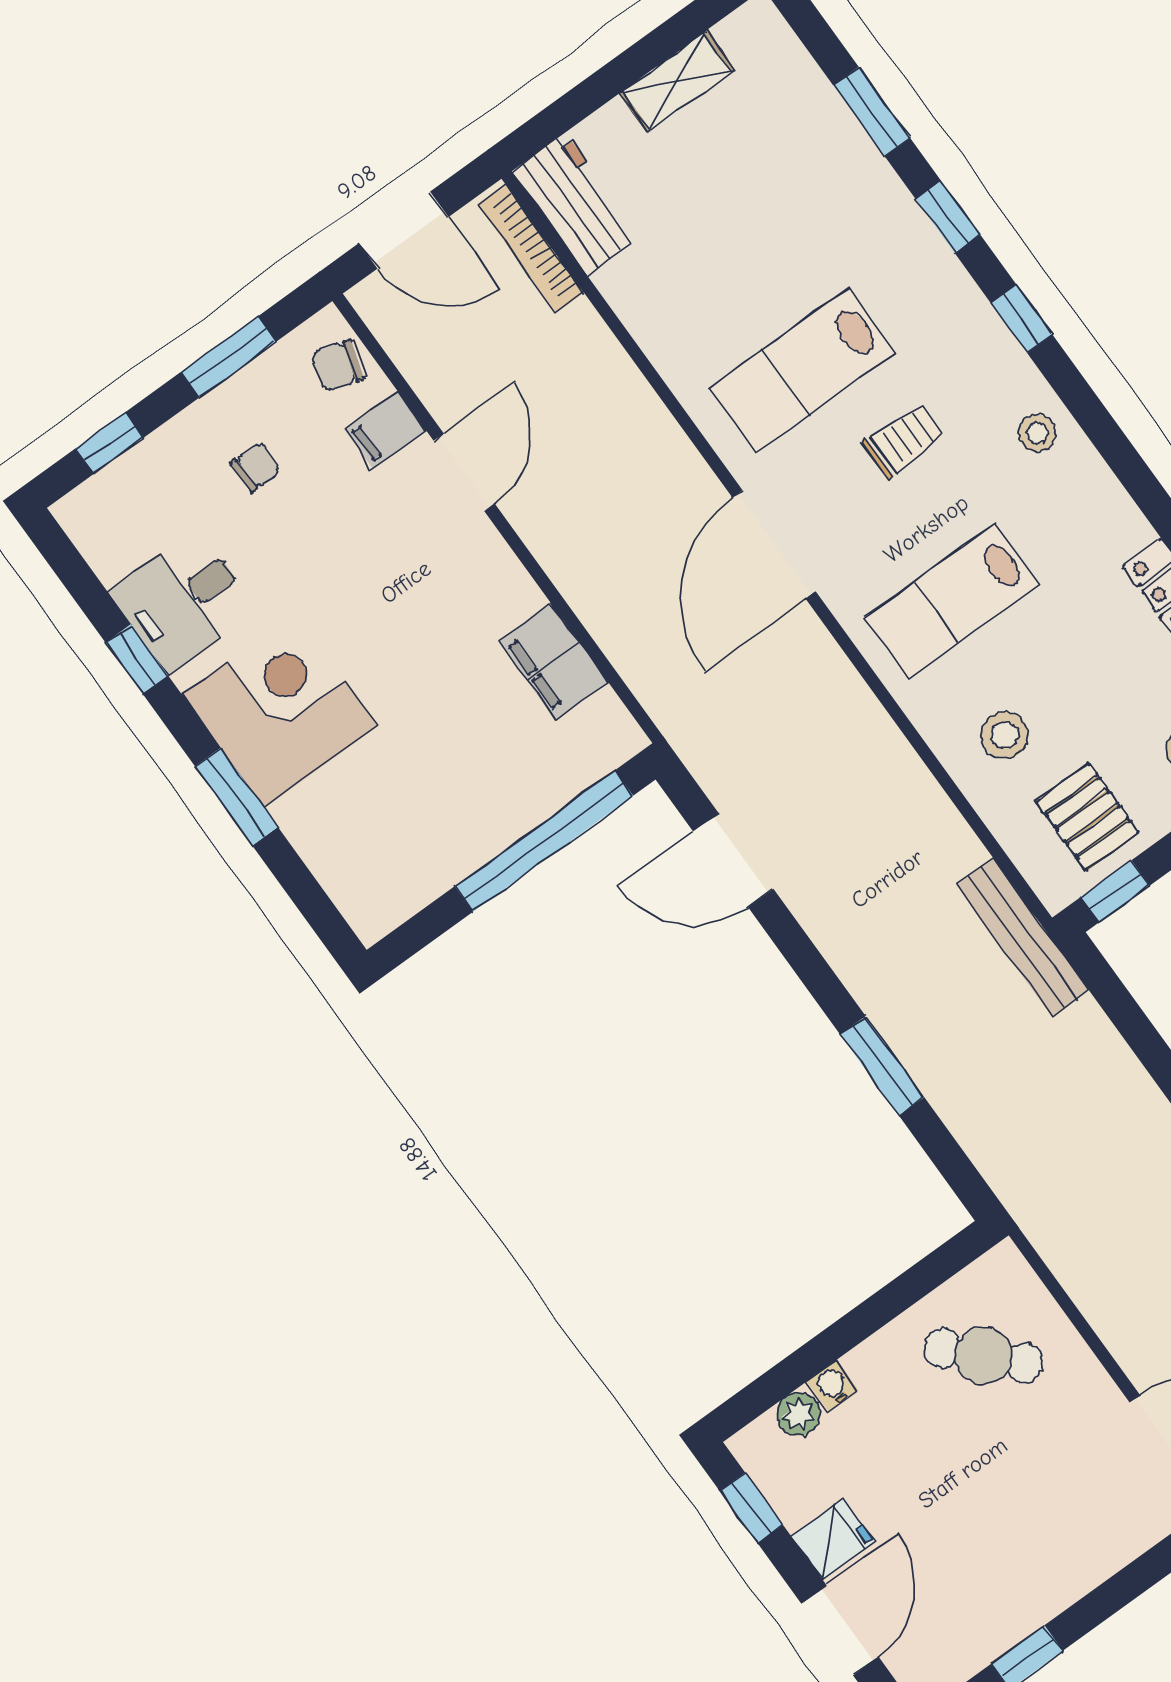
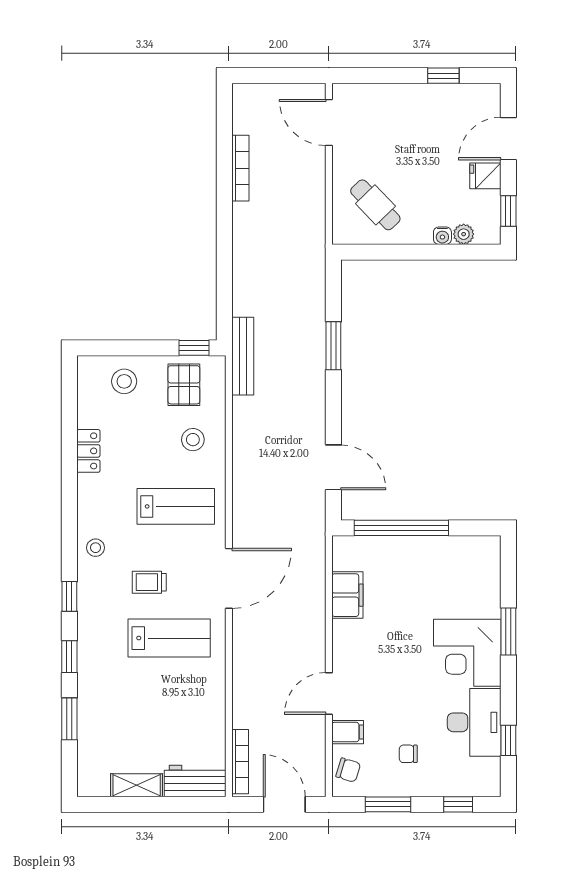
workbench: (576, 204) -> (195, 781), moved, turned 90
desk: (183, 601) -> (474, 722), width x1.37
window: (137, 659) -> (508, 740), moved

